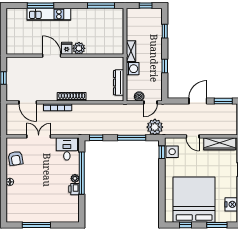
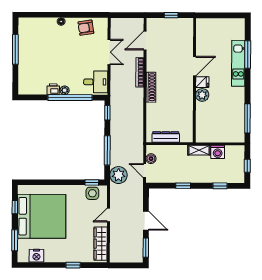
washing machine: (133, 69) -> (218, 152), moved

